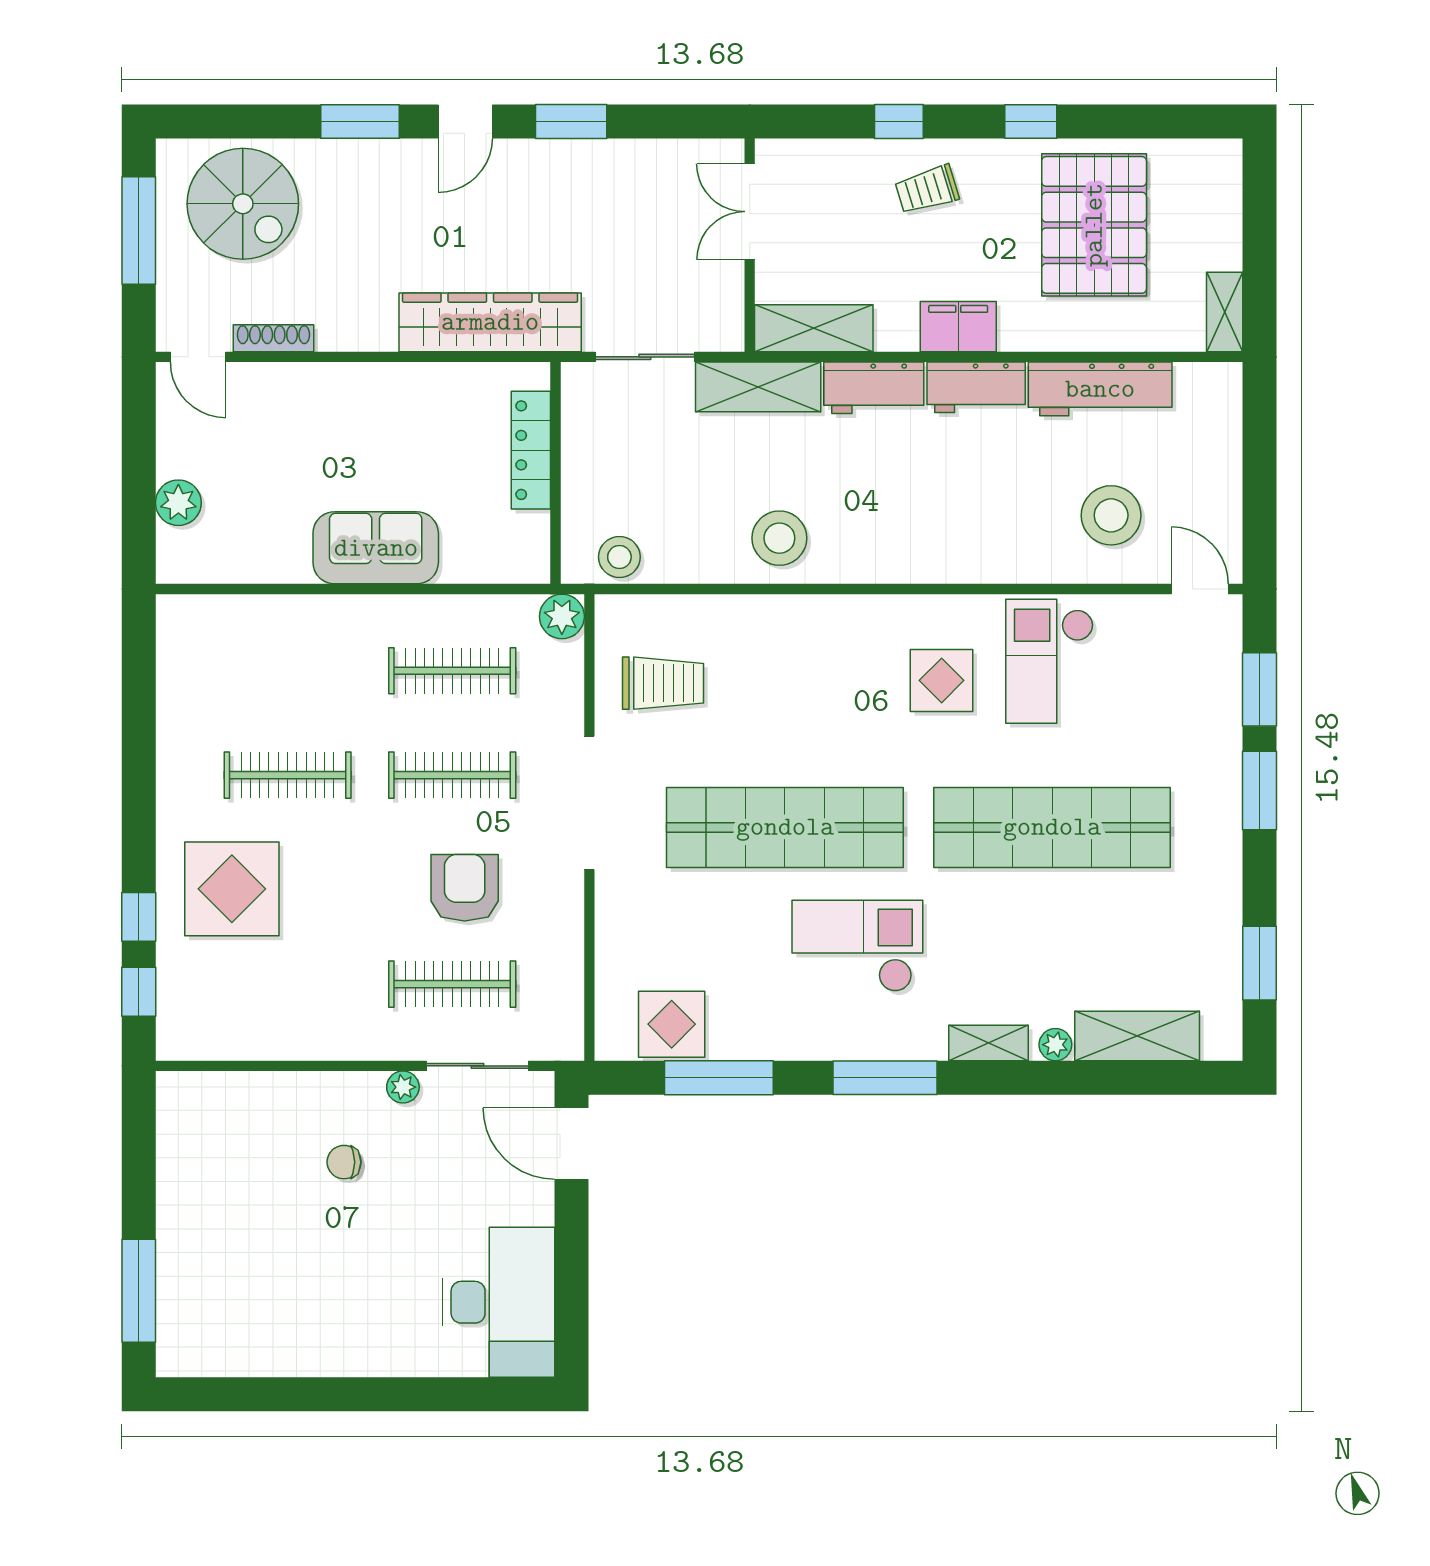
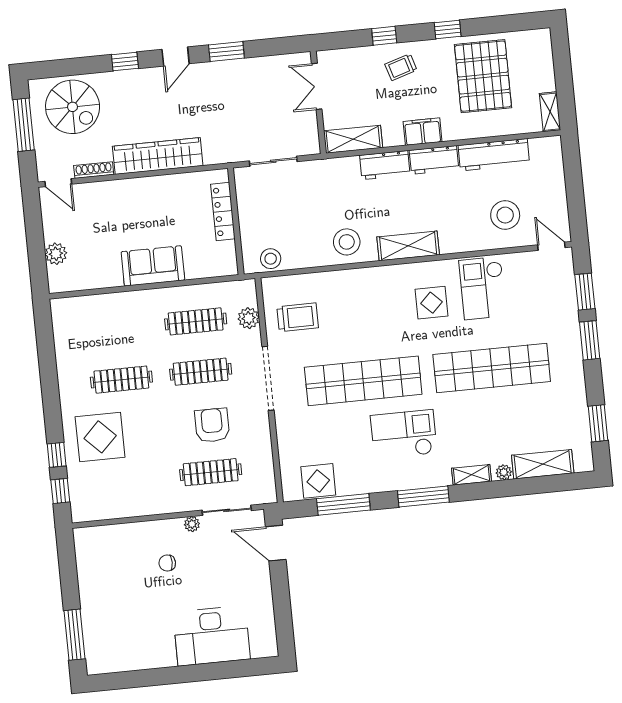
window: (360, 121) -> (125, 62), width x0.67
wardrobe: (490, 322) -> (158, 156), moved
shelving: (758, 387) -> (408, 246), moved
plant: (562, 616) -> (249, 318), moved
desk: (498, 1302) -> (212, 636), moved, turned 90

